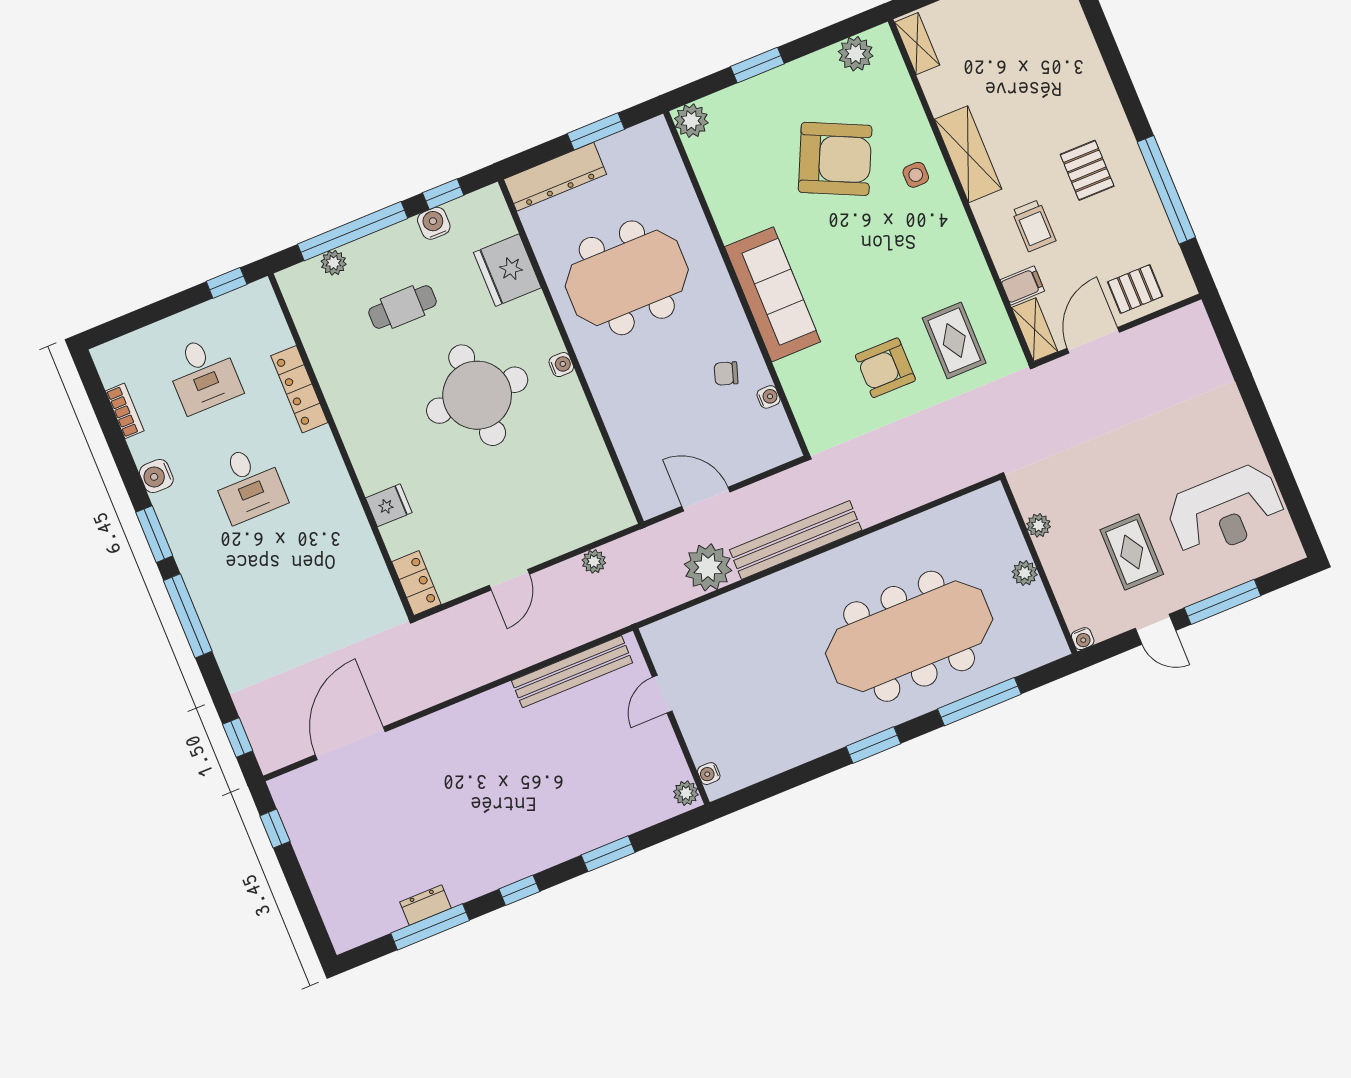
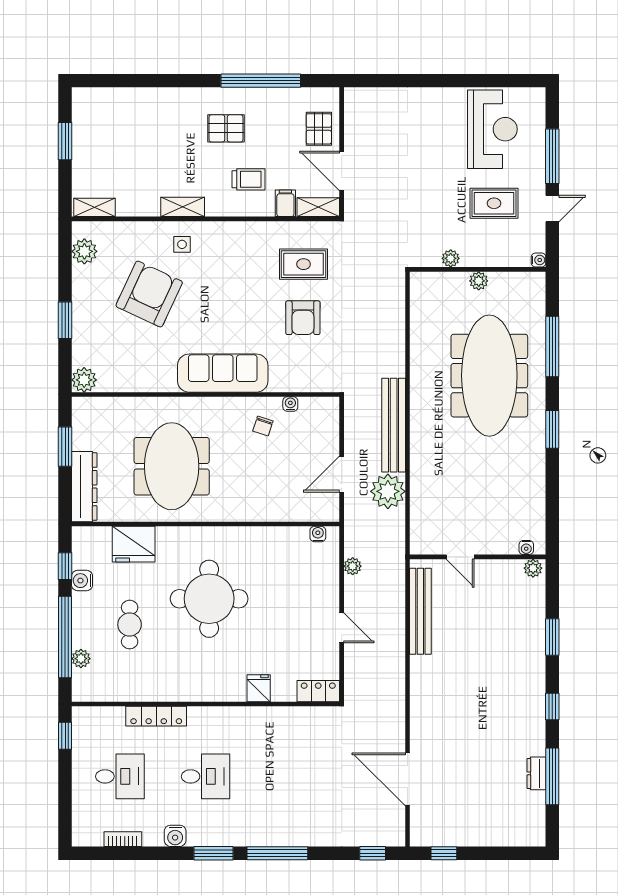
shelving: (968, 154) -> (183, 207), width x0.67, depth x0.75
water cooler: (561, 365) -> (318, 534), moved

